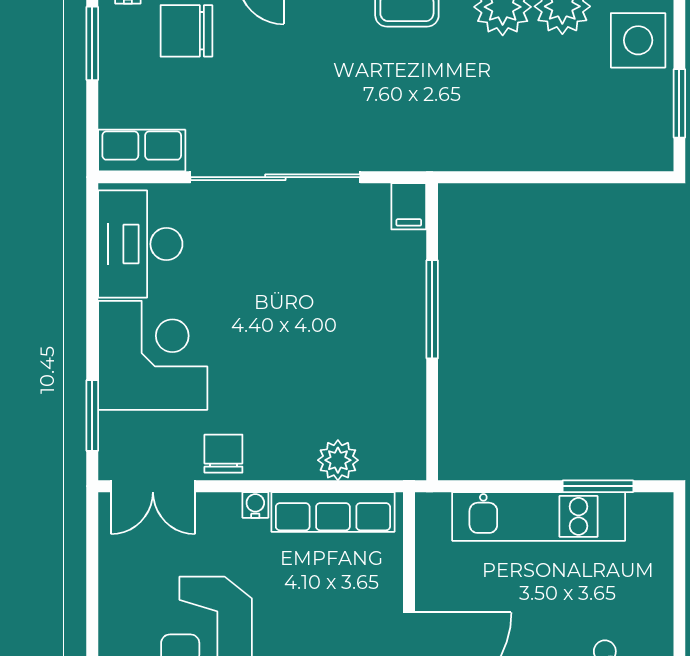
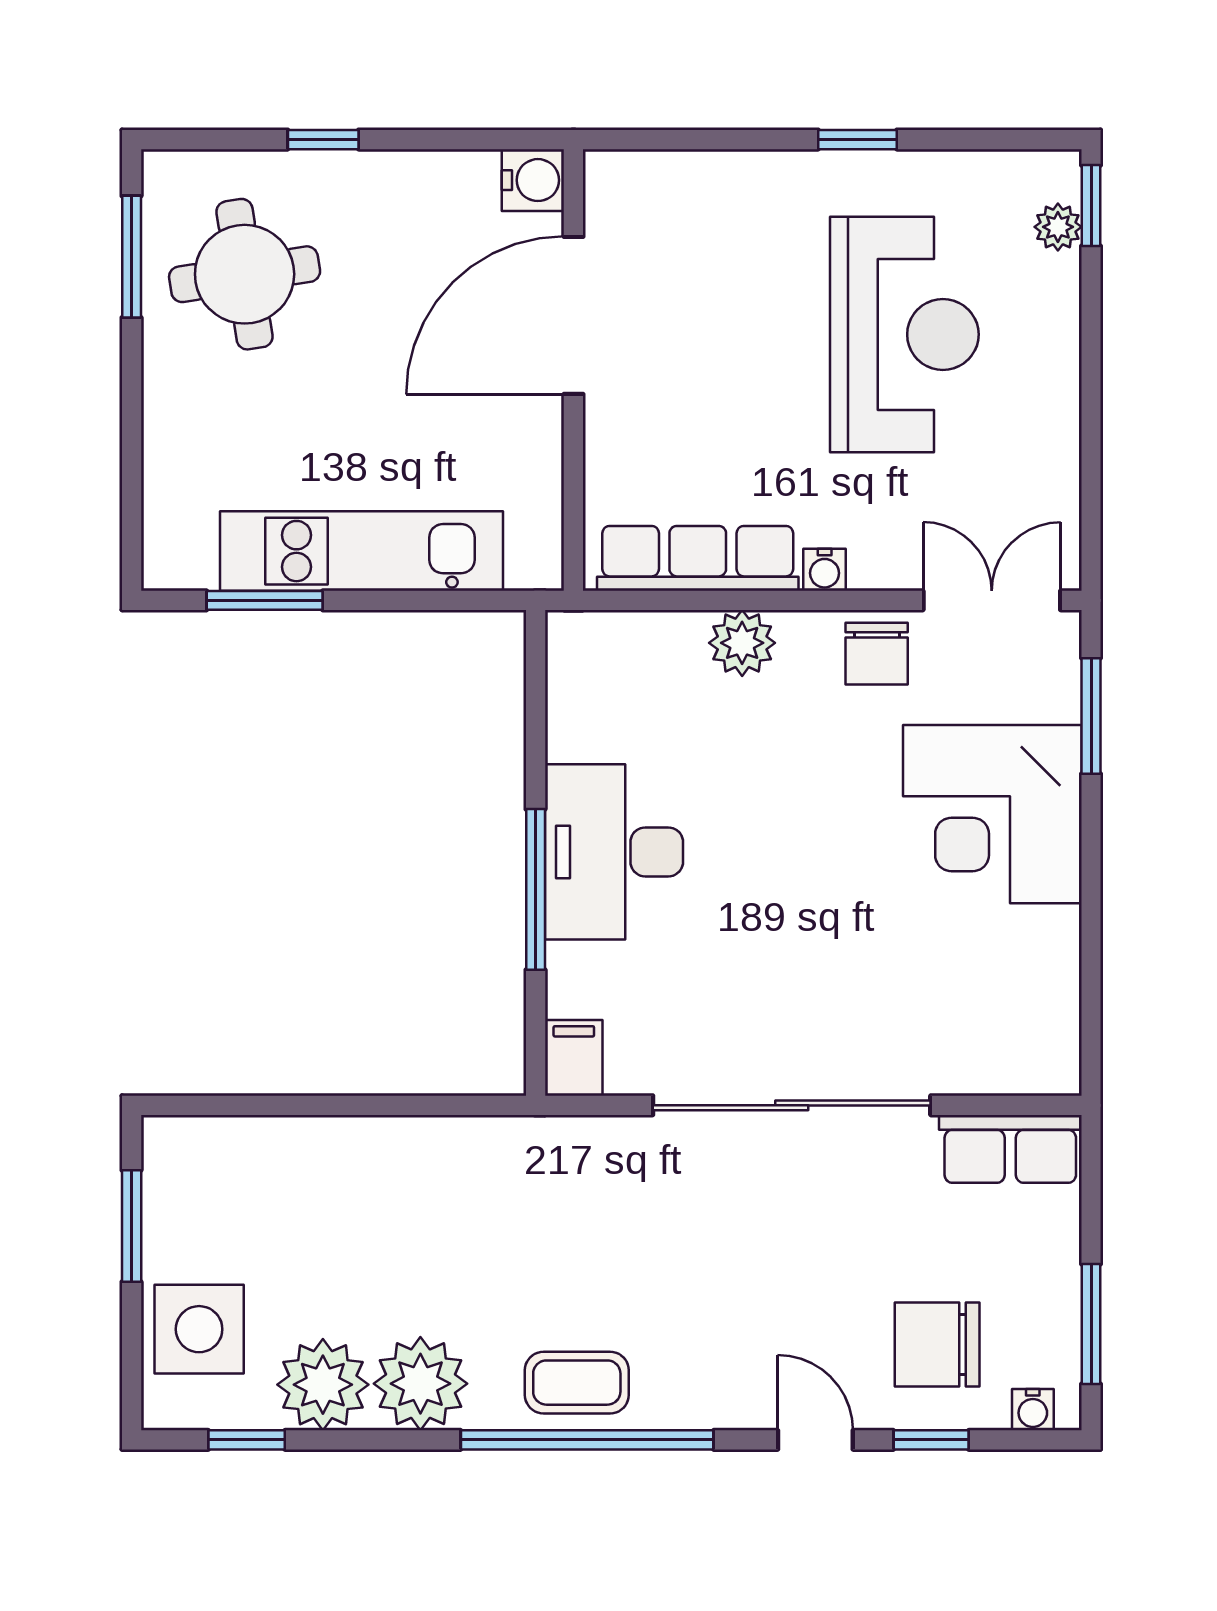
chair: (186, 31) -> (937, 1345), turned 180
desk: (140, 244) -> (614, 852), moved, turned 180
plant: (338, 460) -> (742, 643), moved

